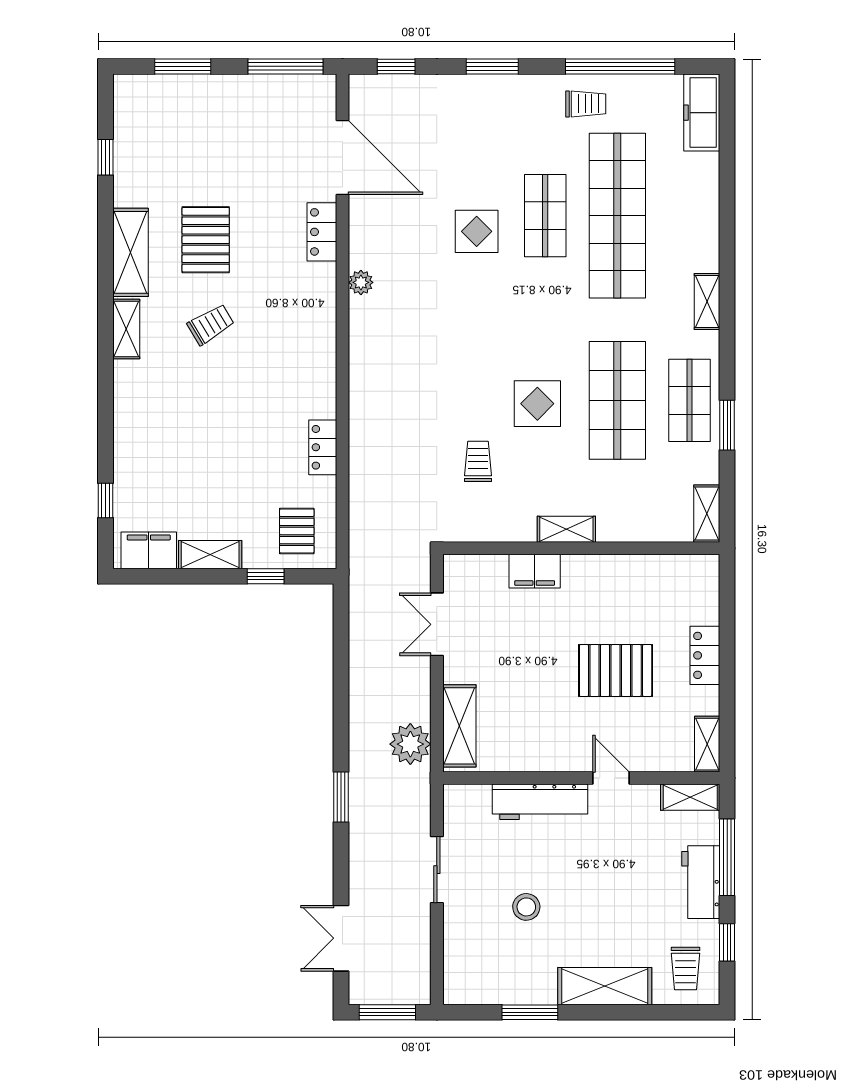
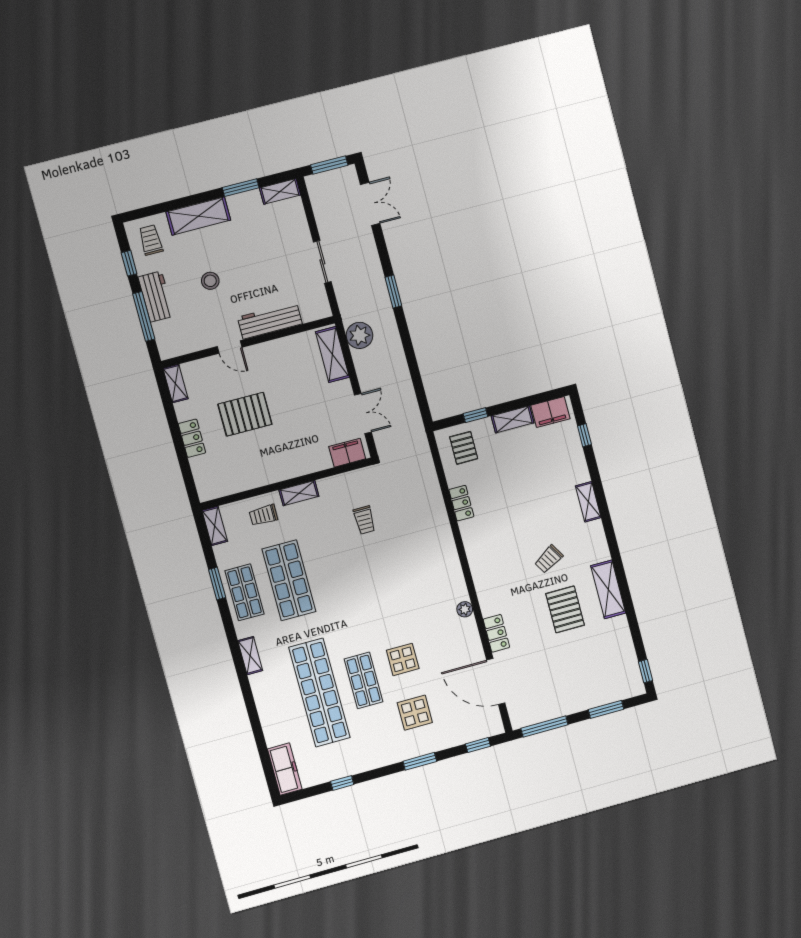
window: (620, 66) -> (342, 783), width x0.32
trolley: (586, 104) -> (263, 515), moved
window: (105, 157) -> (645, 671), moved
shelving: (126, 329) -> (588, 502), moved
display table: (537, 404) -> (415, 713), moved
filing cabinet: (535, 571) -> (347, 453), moved
shelving: (690, 797) -> (280, 191), moved
stool: (526, 907) -> (210, 281), moved

